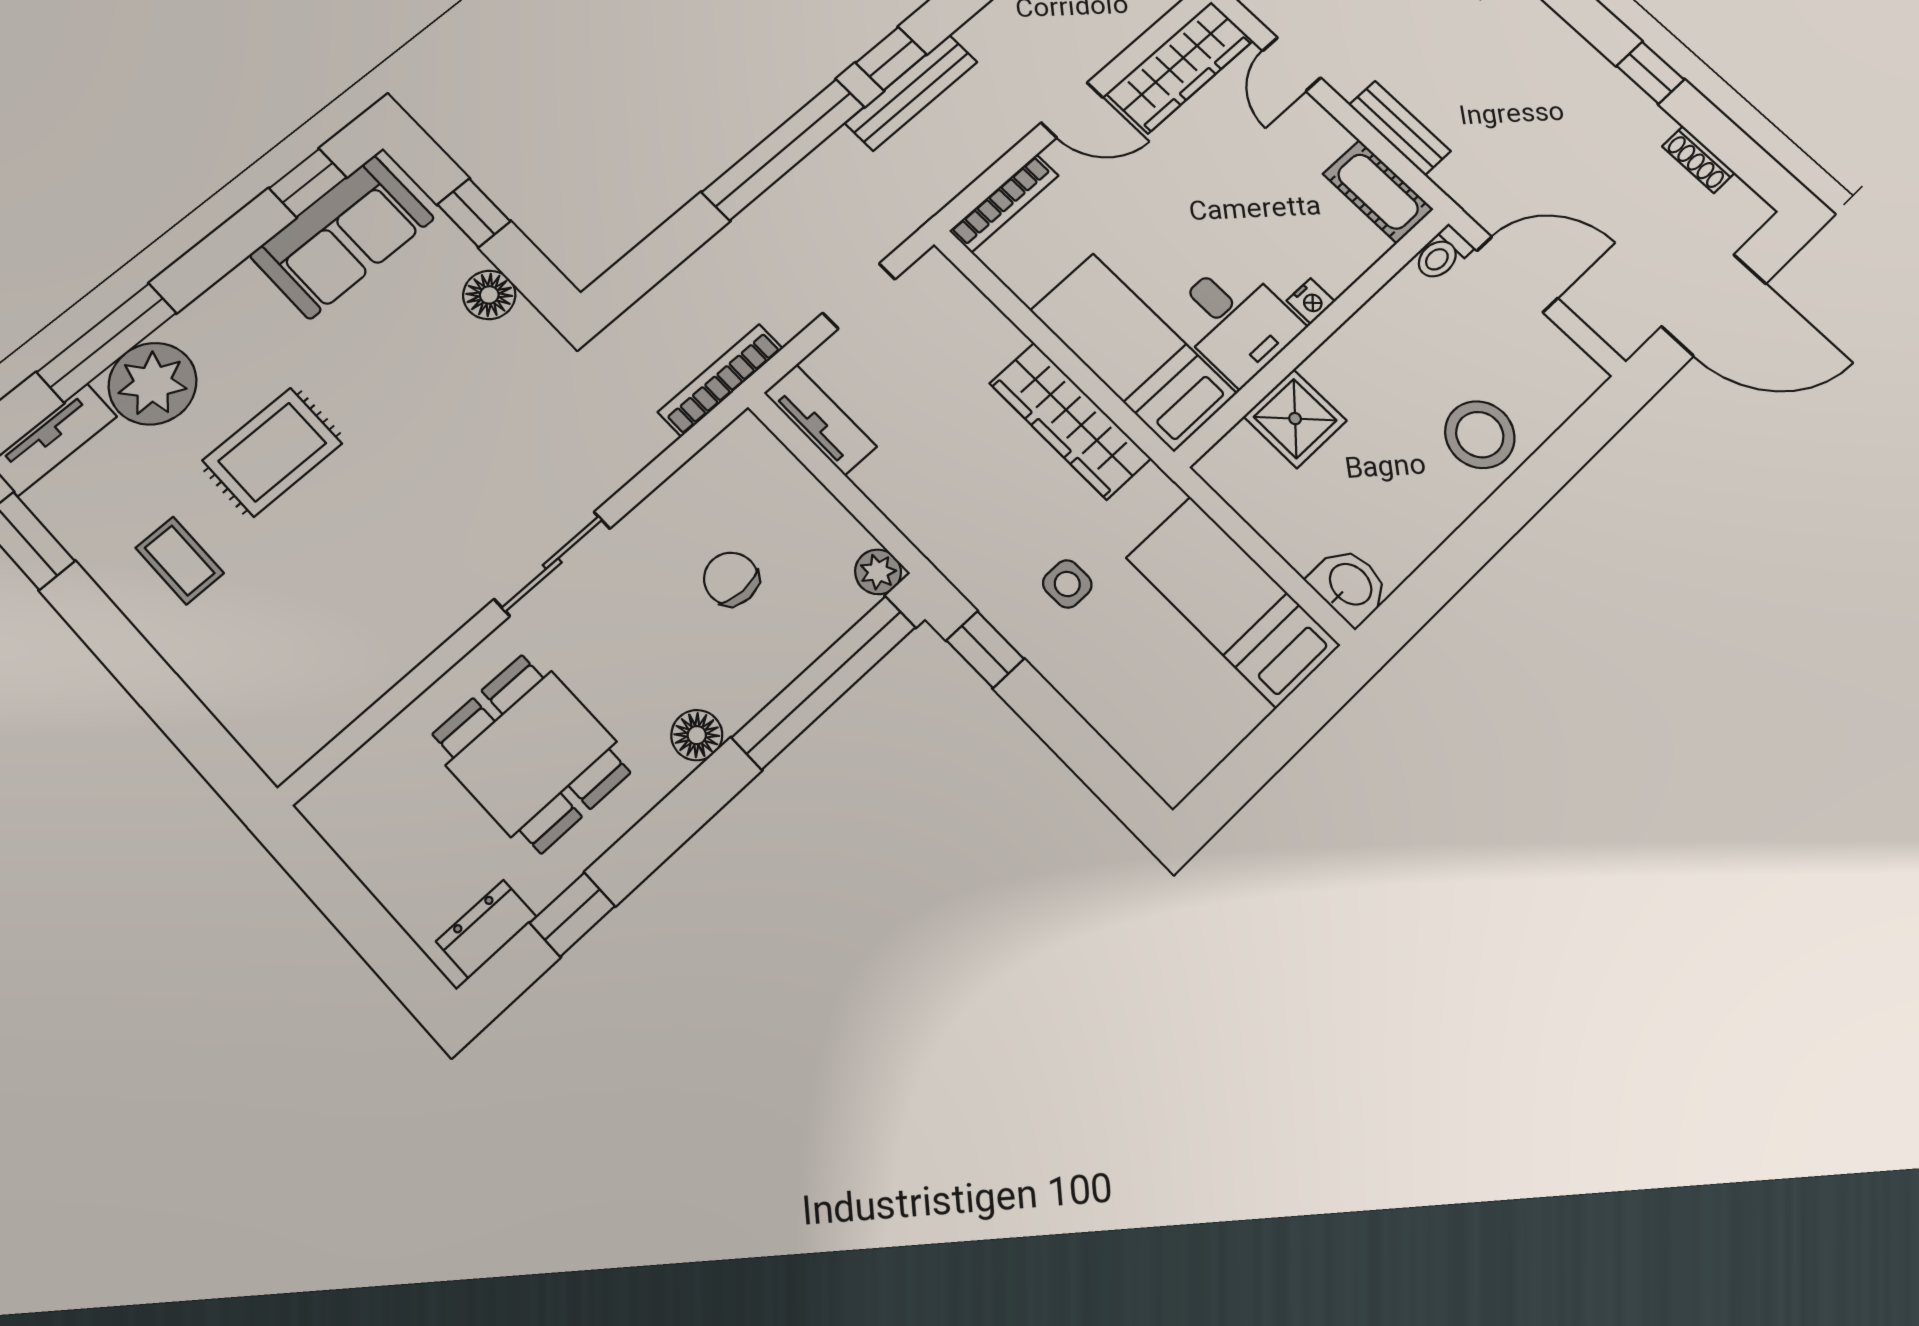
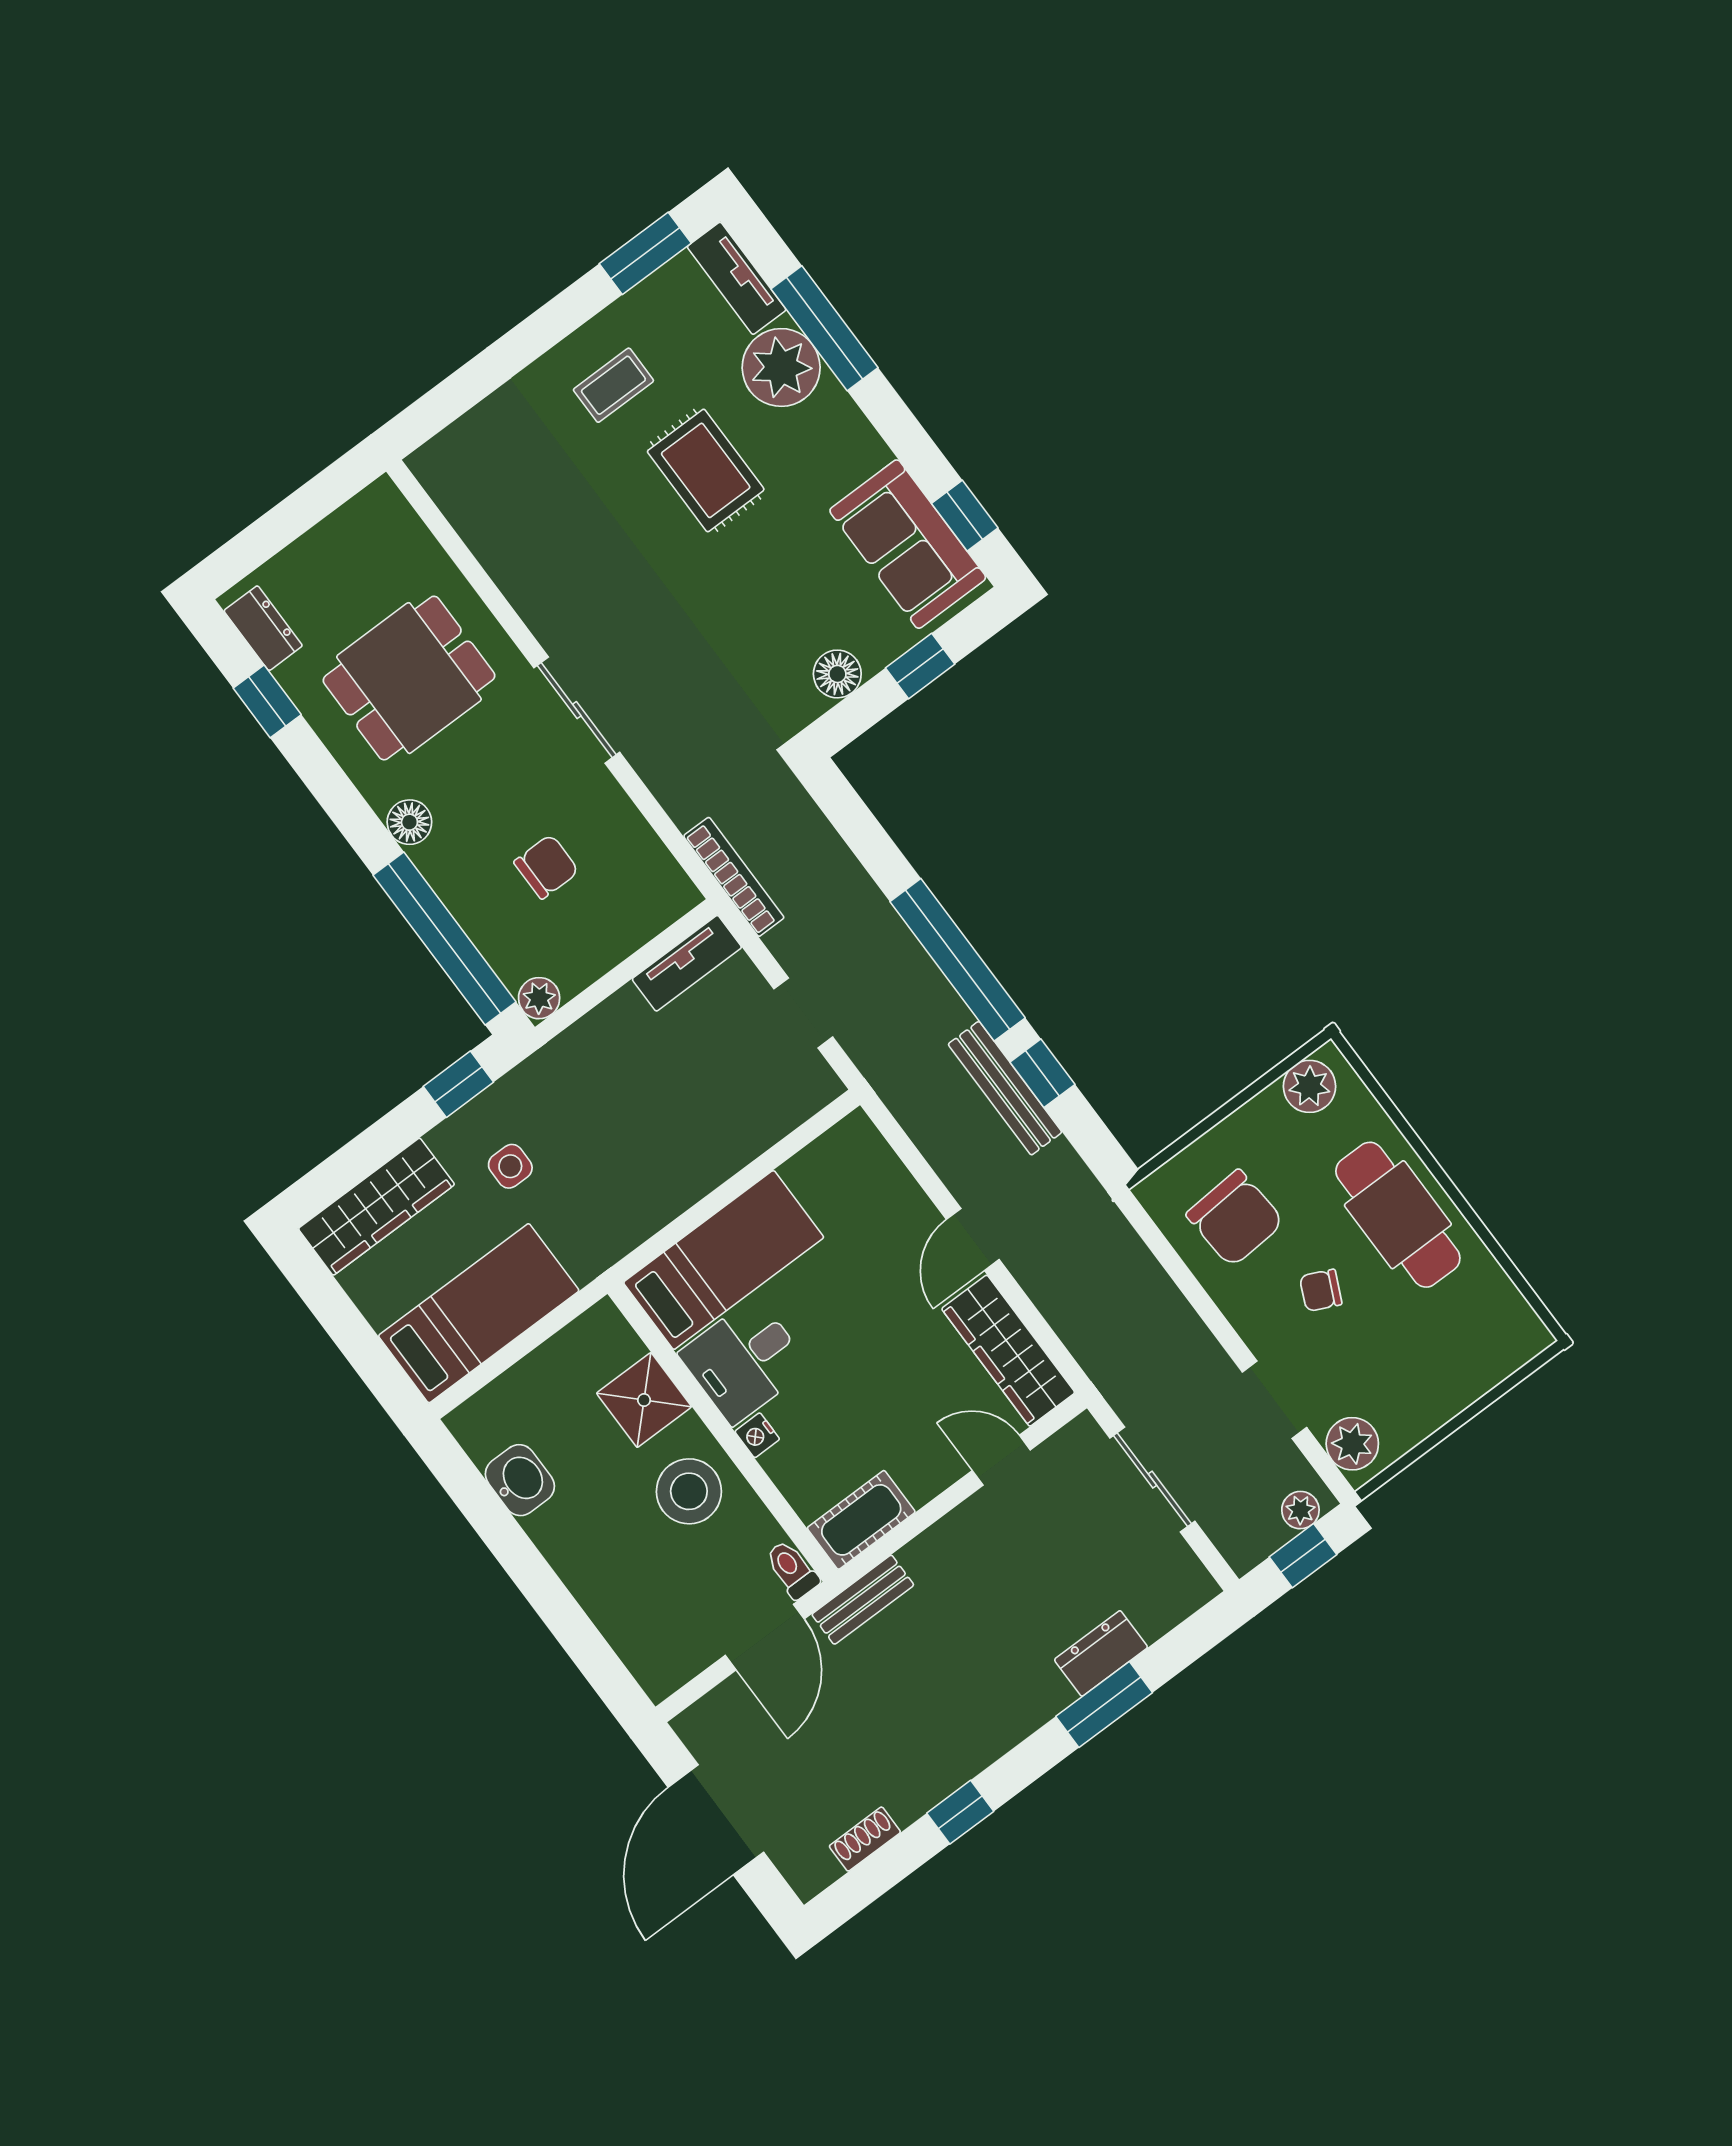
bench: (1400, 128) -> (863, 1600), moved
bookcase: (1004, 203) -> (883, 1161), removed
wardrobe: (1070, 421) -> (376, 1207), moved, turned 180
stool: (1480, 435) -> (689, 1491), moved
washbasin: (1349, 585) -> (520, 1480), moved, turned -90

